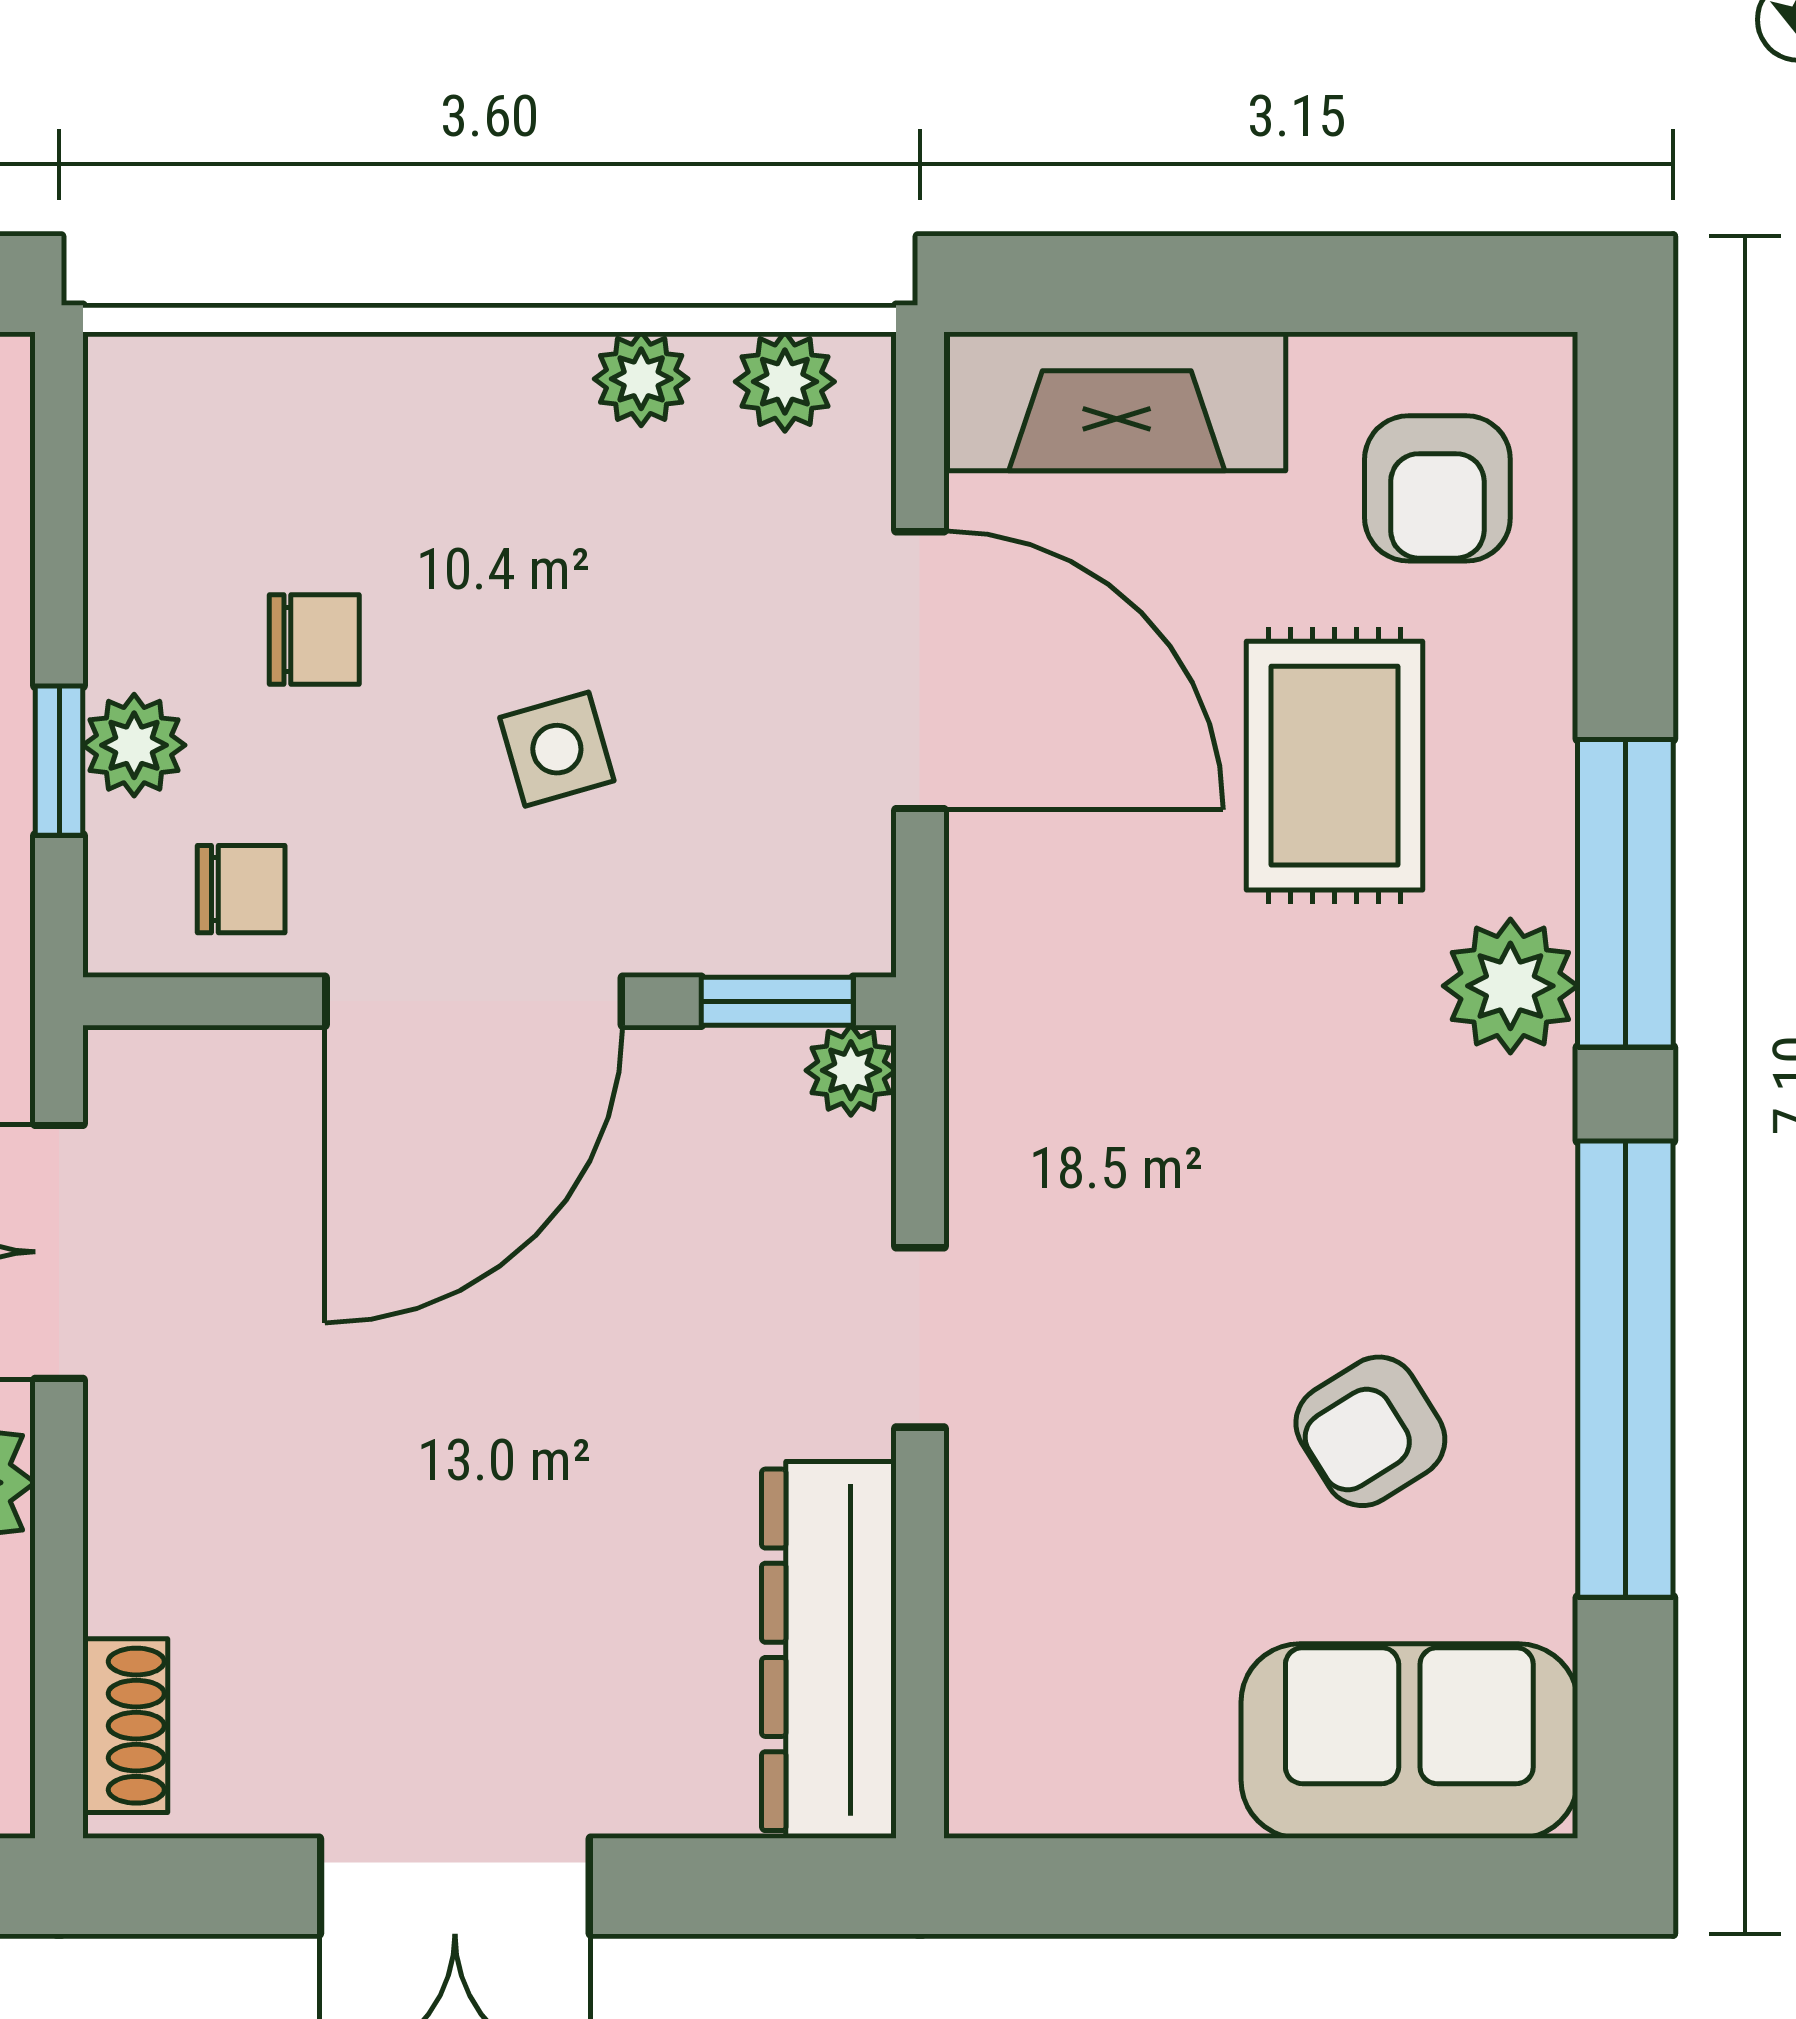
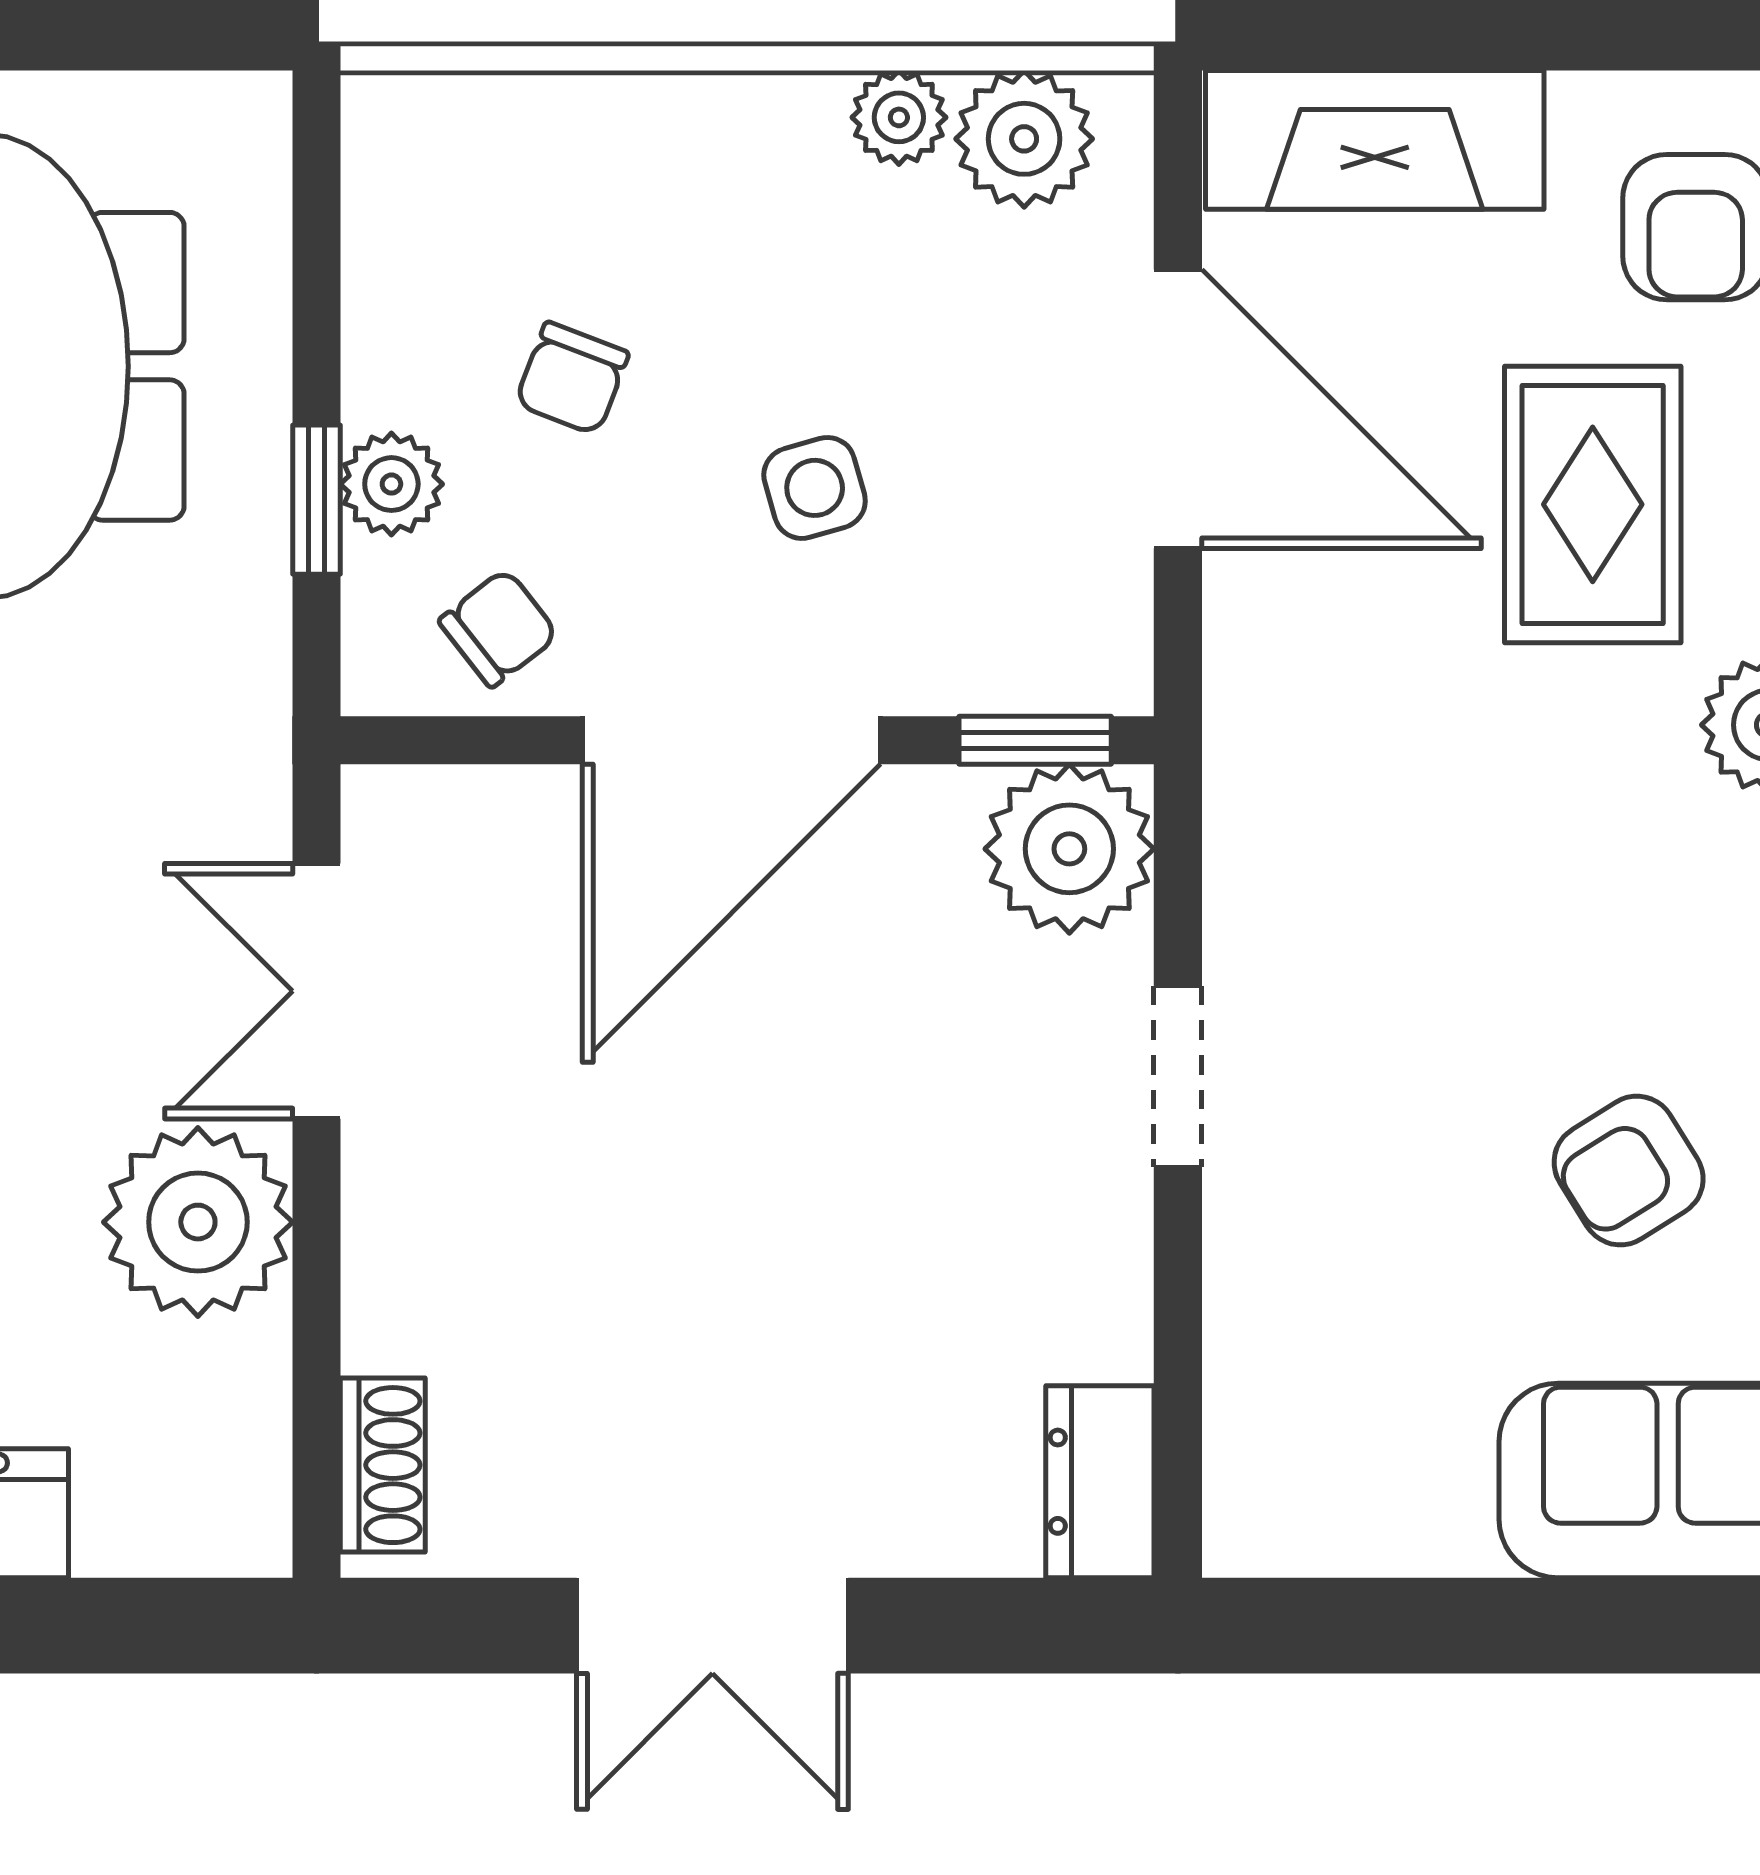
plant: (785, 382) -> (1024, 139), width x1.38, depth x1.38
chair: (314, 640) -> (572, 378), turned 111
chair: (241, 889) -> (499, 628), turned -38
plant: (851, 1070) -> (1069, 849), width x1.87, depth x1.87
dresser: (829, 1650) -> (1100, 1482), width x0.51, depth x0.80

